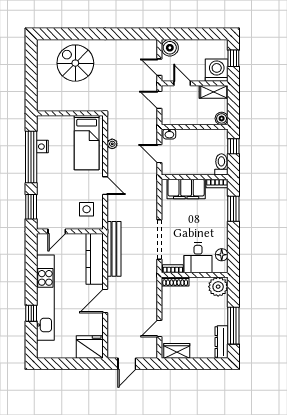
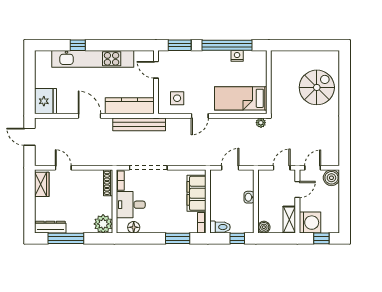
washbasin: (169, 134) -> (249, 197), moved
plant: (112, 144) -> (261, 123), moved

